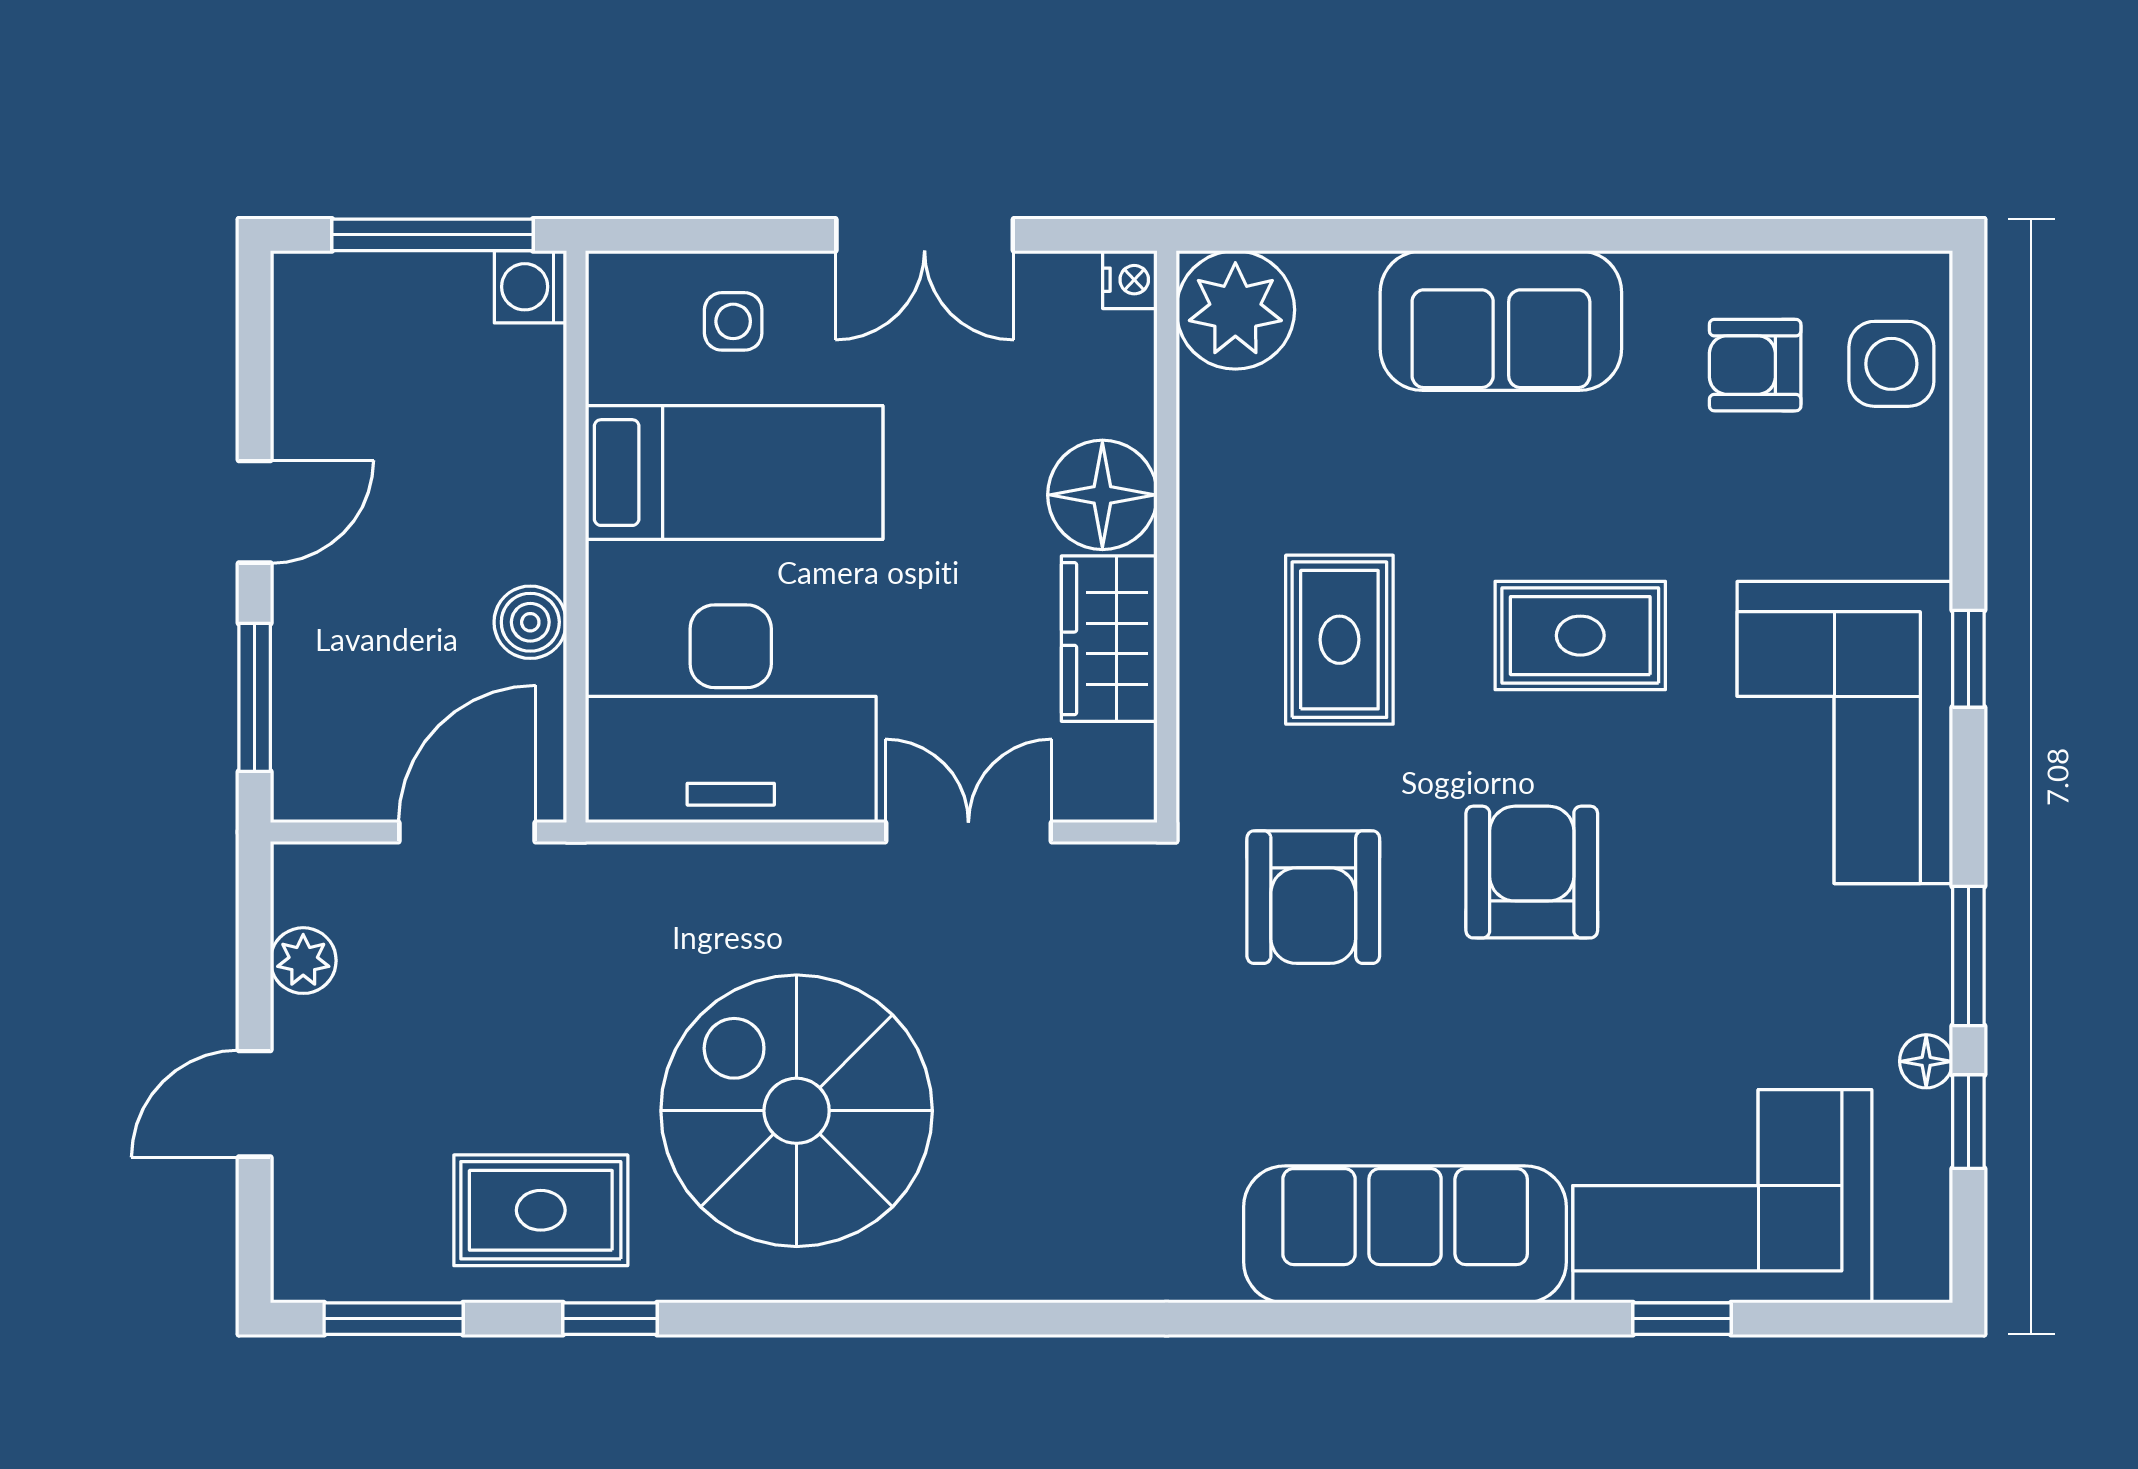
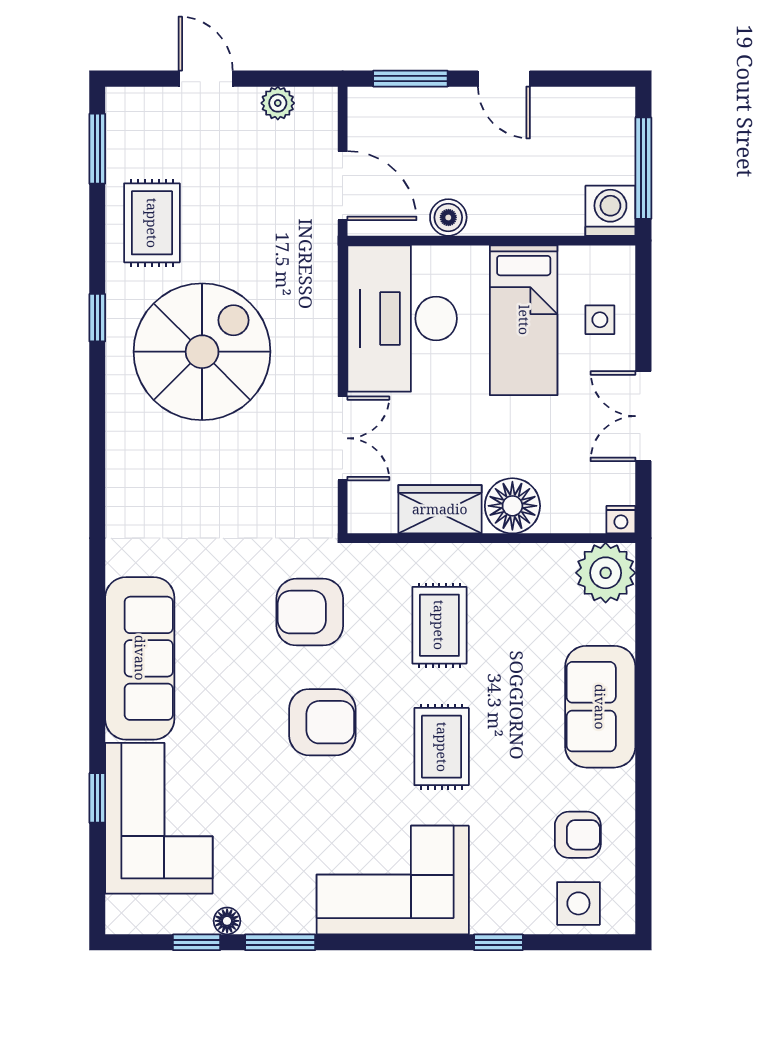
washing machine: (530, 287) -> (610, 211), width x1.38, depth x1.38
armchair: (1755, 365) -> (578, 835), turned 90
rug: (1339, 640) -> (439, 625), turned 90
window: (1968, 659) -> (498, 942), moved
window: (610, 1319) -> (97, 318), moved

